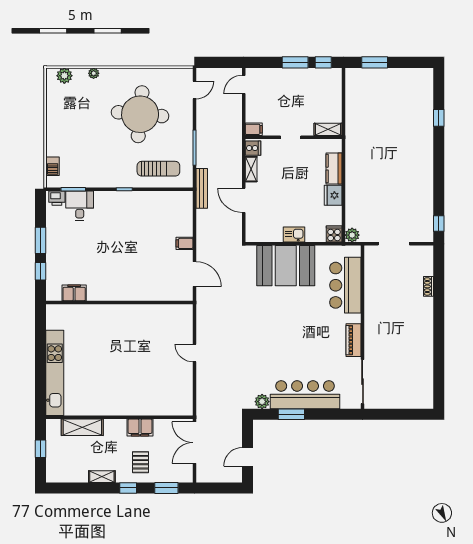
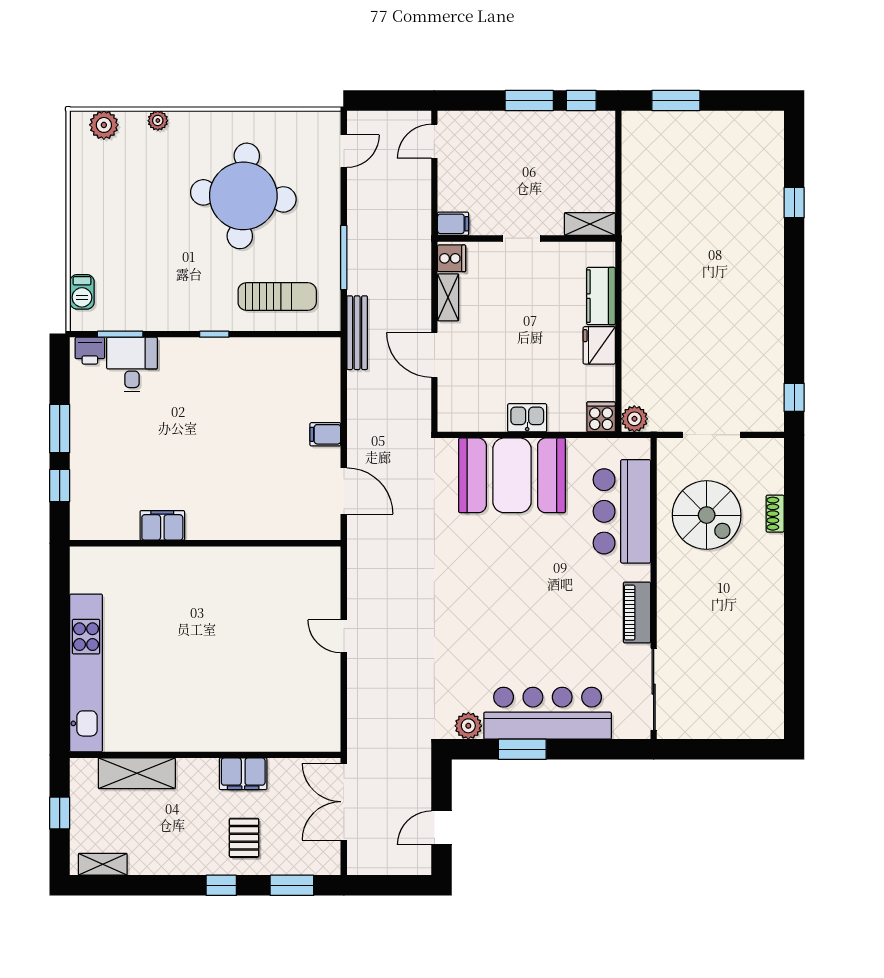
spiral stairs: (391, 287) -> (707, 515), added
filing cabinet: (74, 293) -> (162, 525), moved
shelving: (102, 477) -> (103, 864), moved

